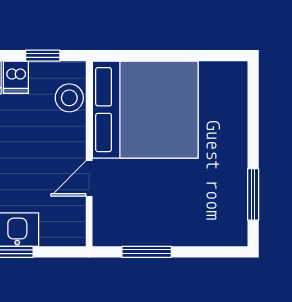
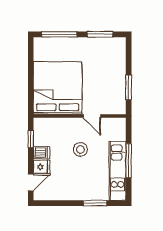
stool: (69, 98) -> (80, 149), moved
window: (253, 113) -> (59, 34), added

